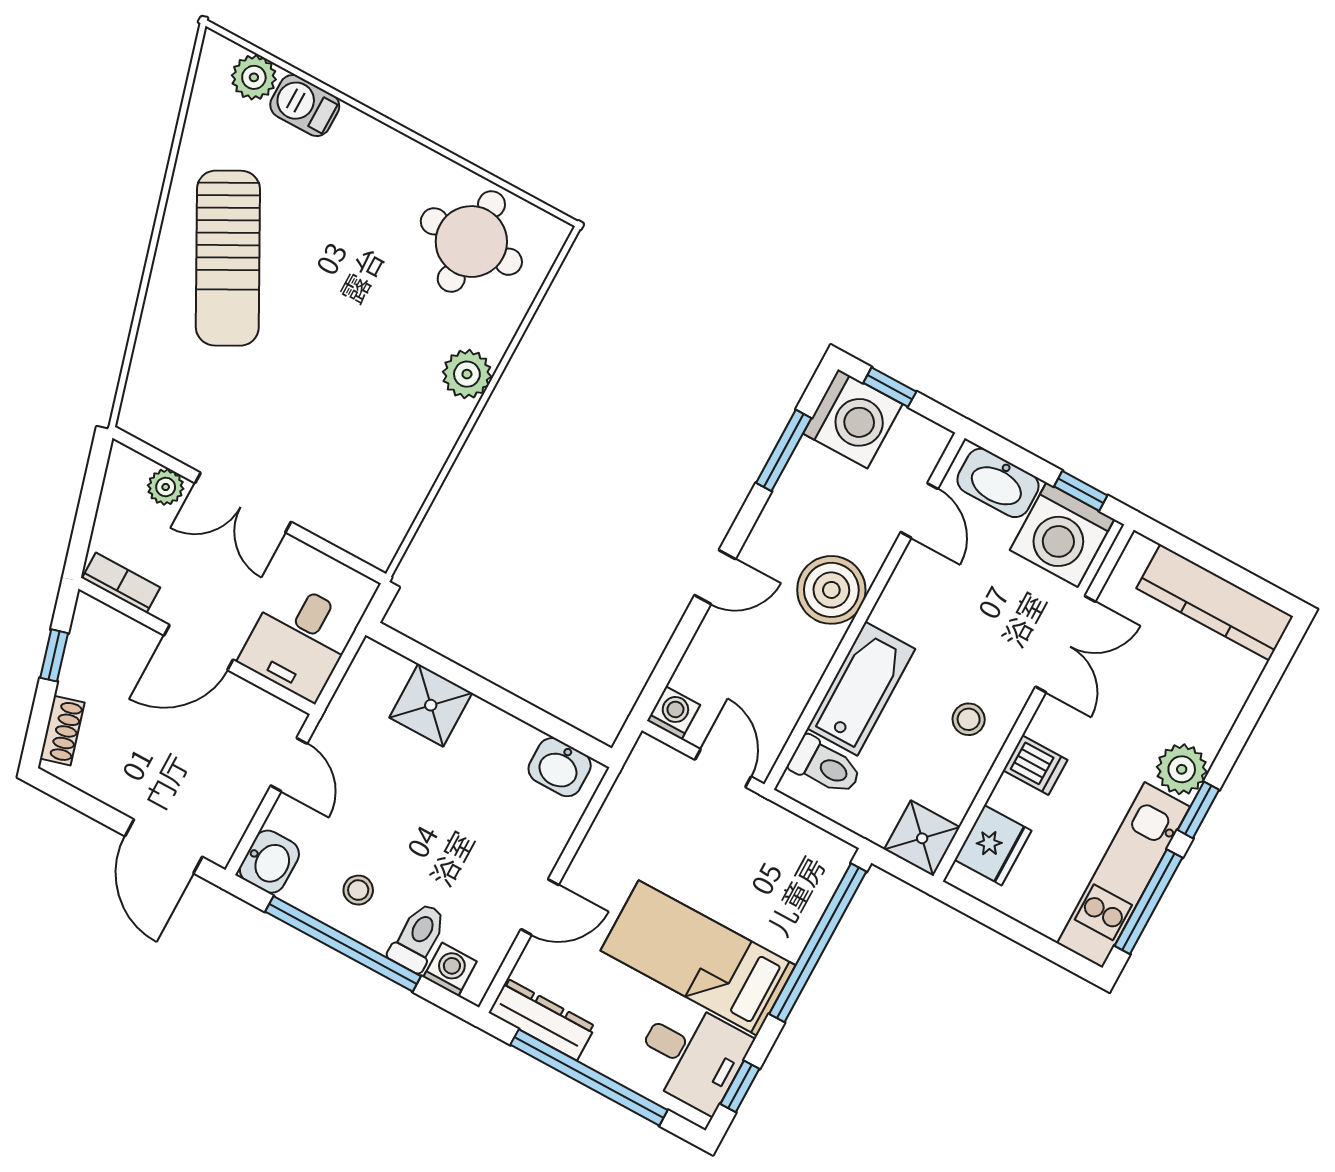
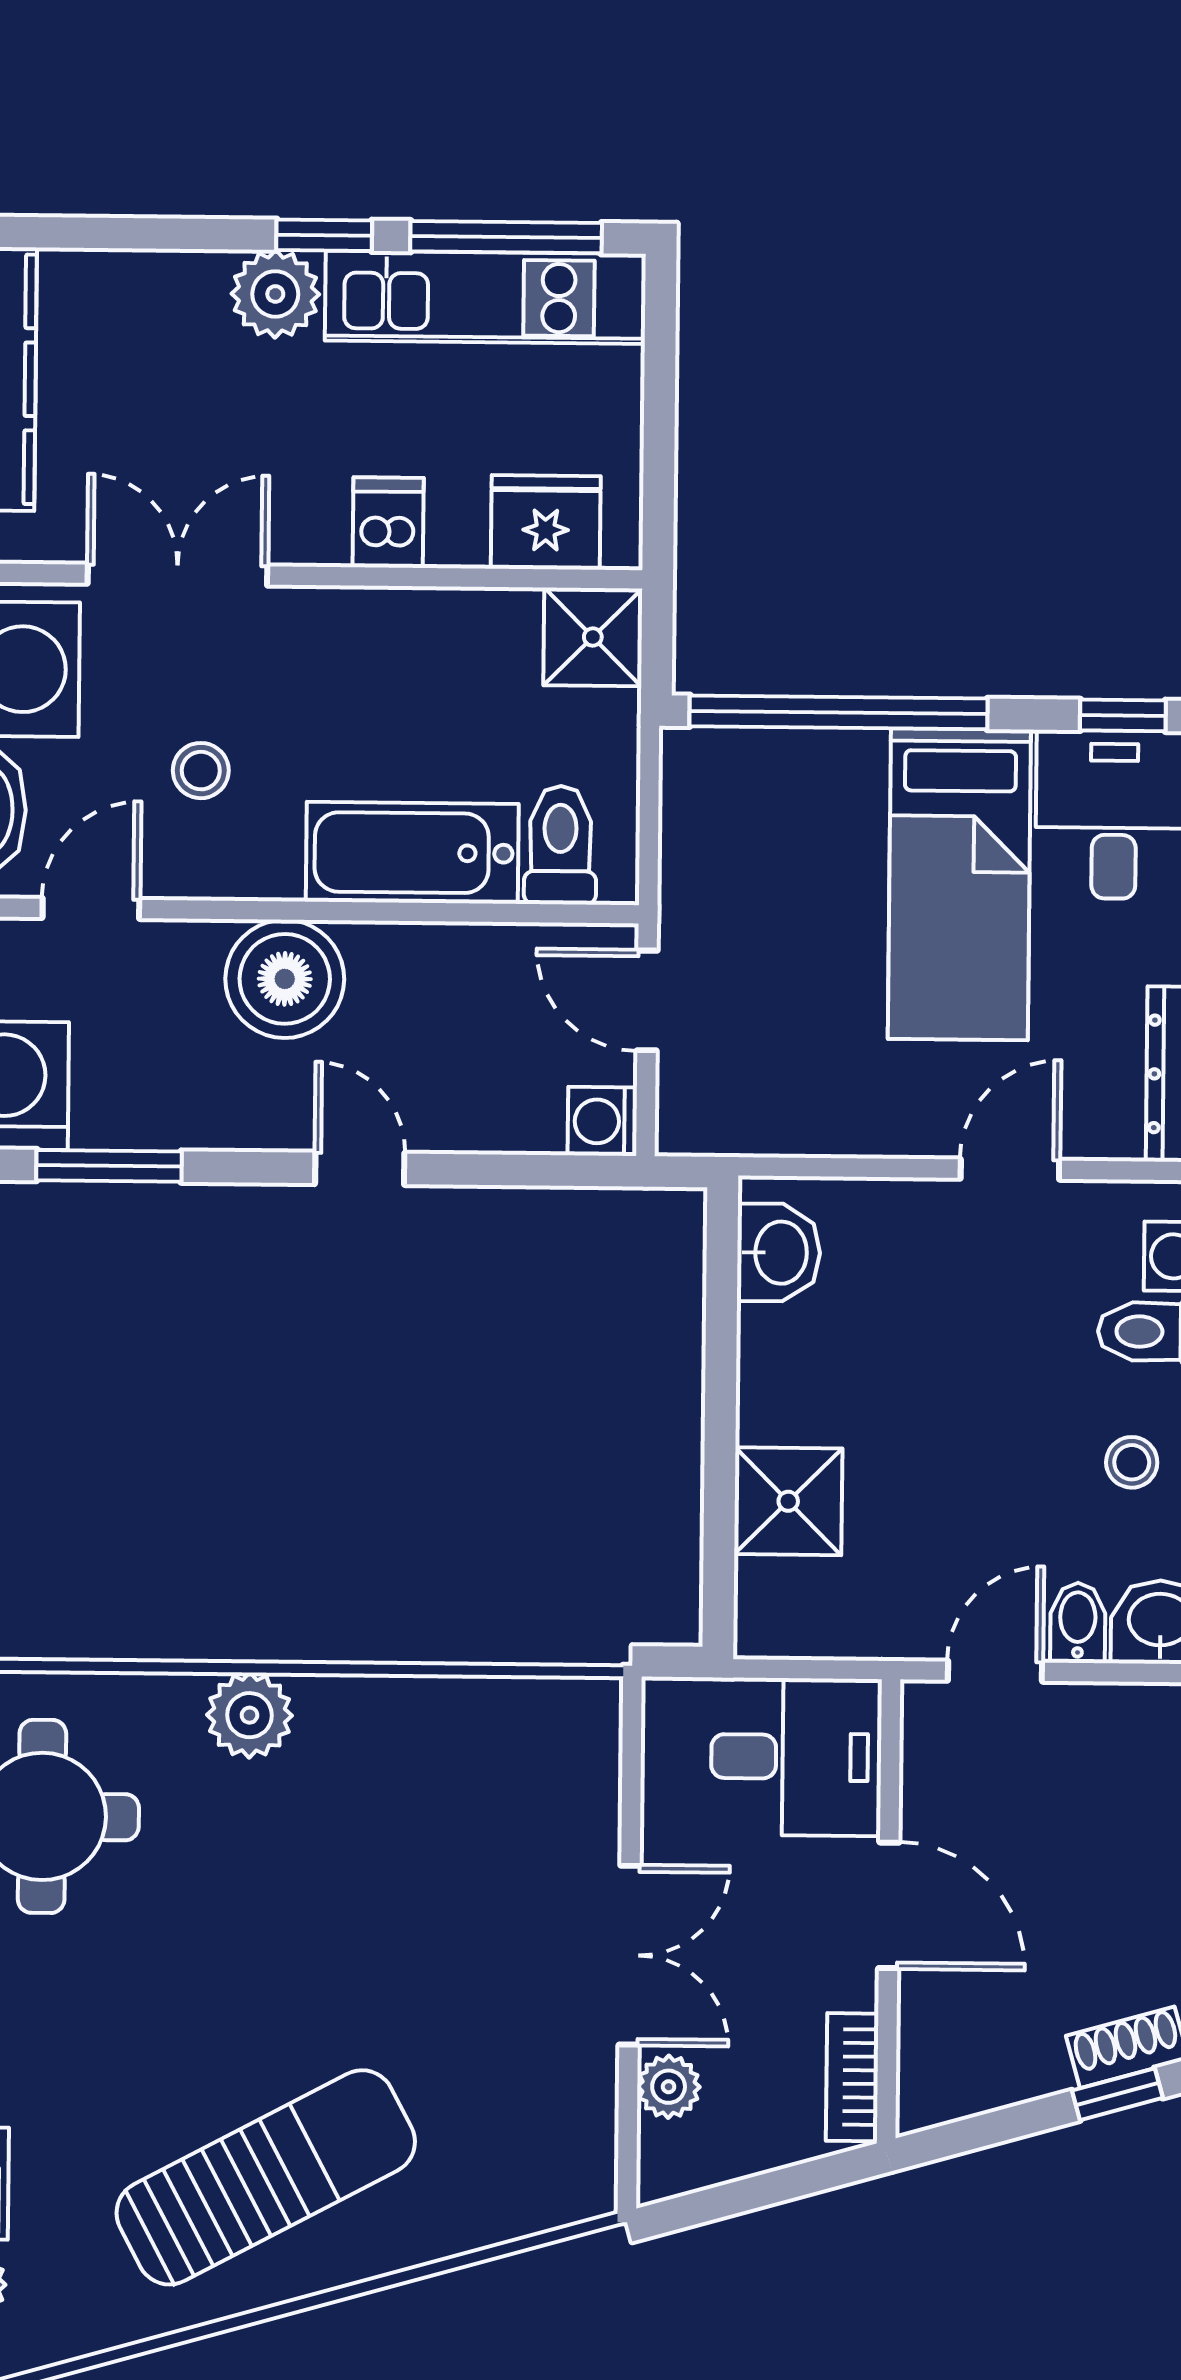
window: (54, 655) -> (1117, 2094), moved
stool: (969, 719) -> (201, 771), moved
door: (723, 768) -> (647, 1000), hinge flipped
bidet: (291, 820) -> (1078, 1623), added
door: (540, 907) -> (1010, 1169), hinge flipped

